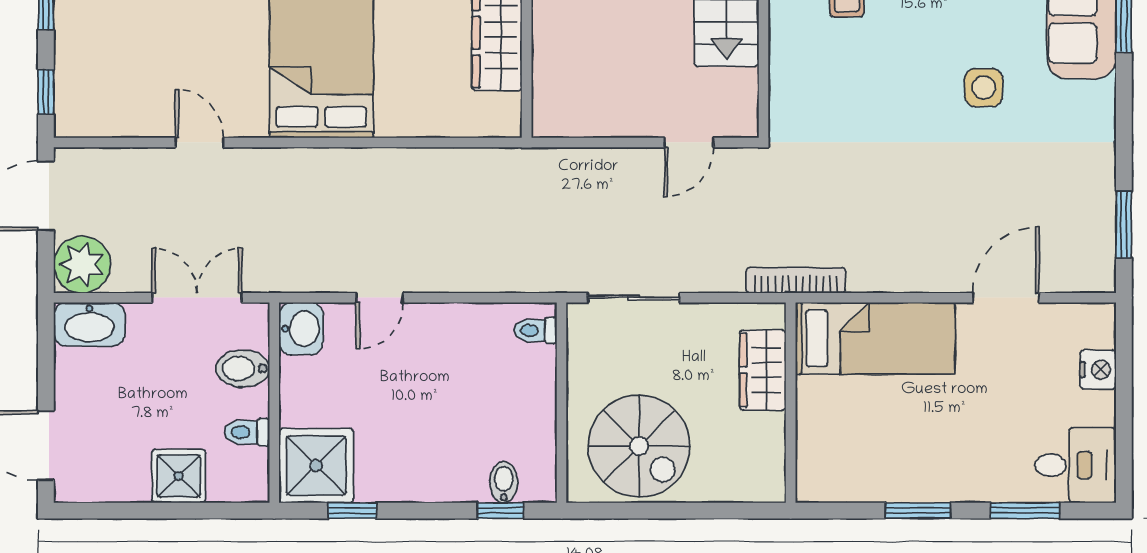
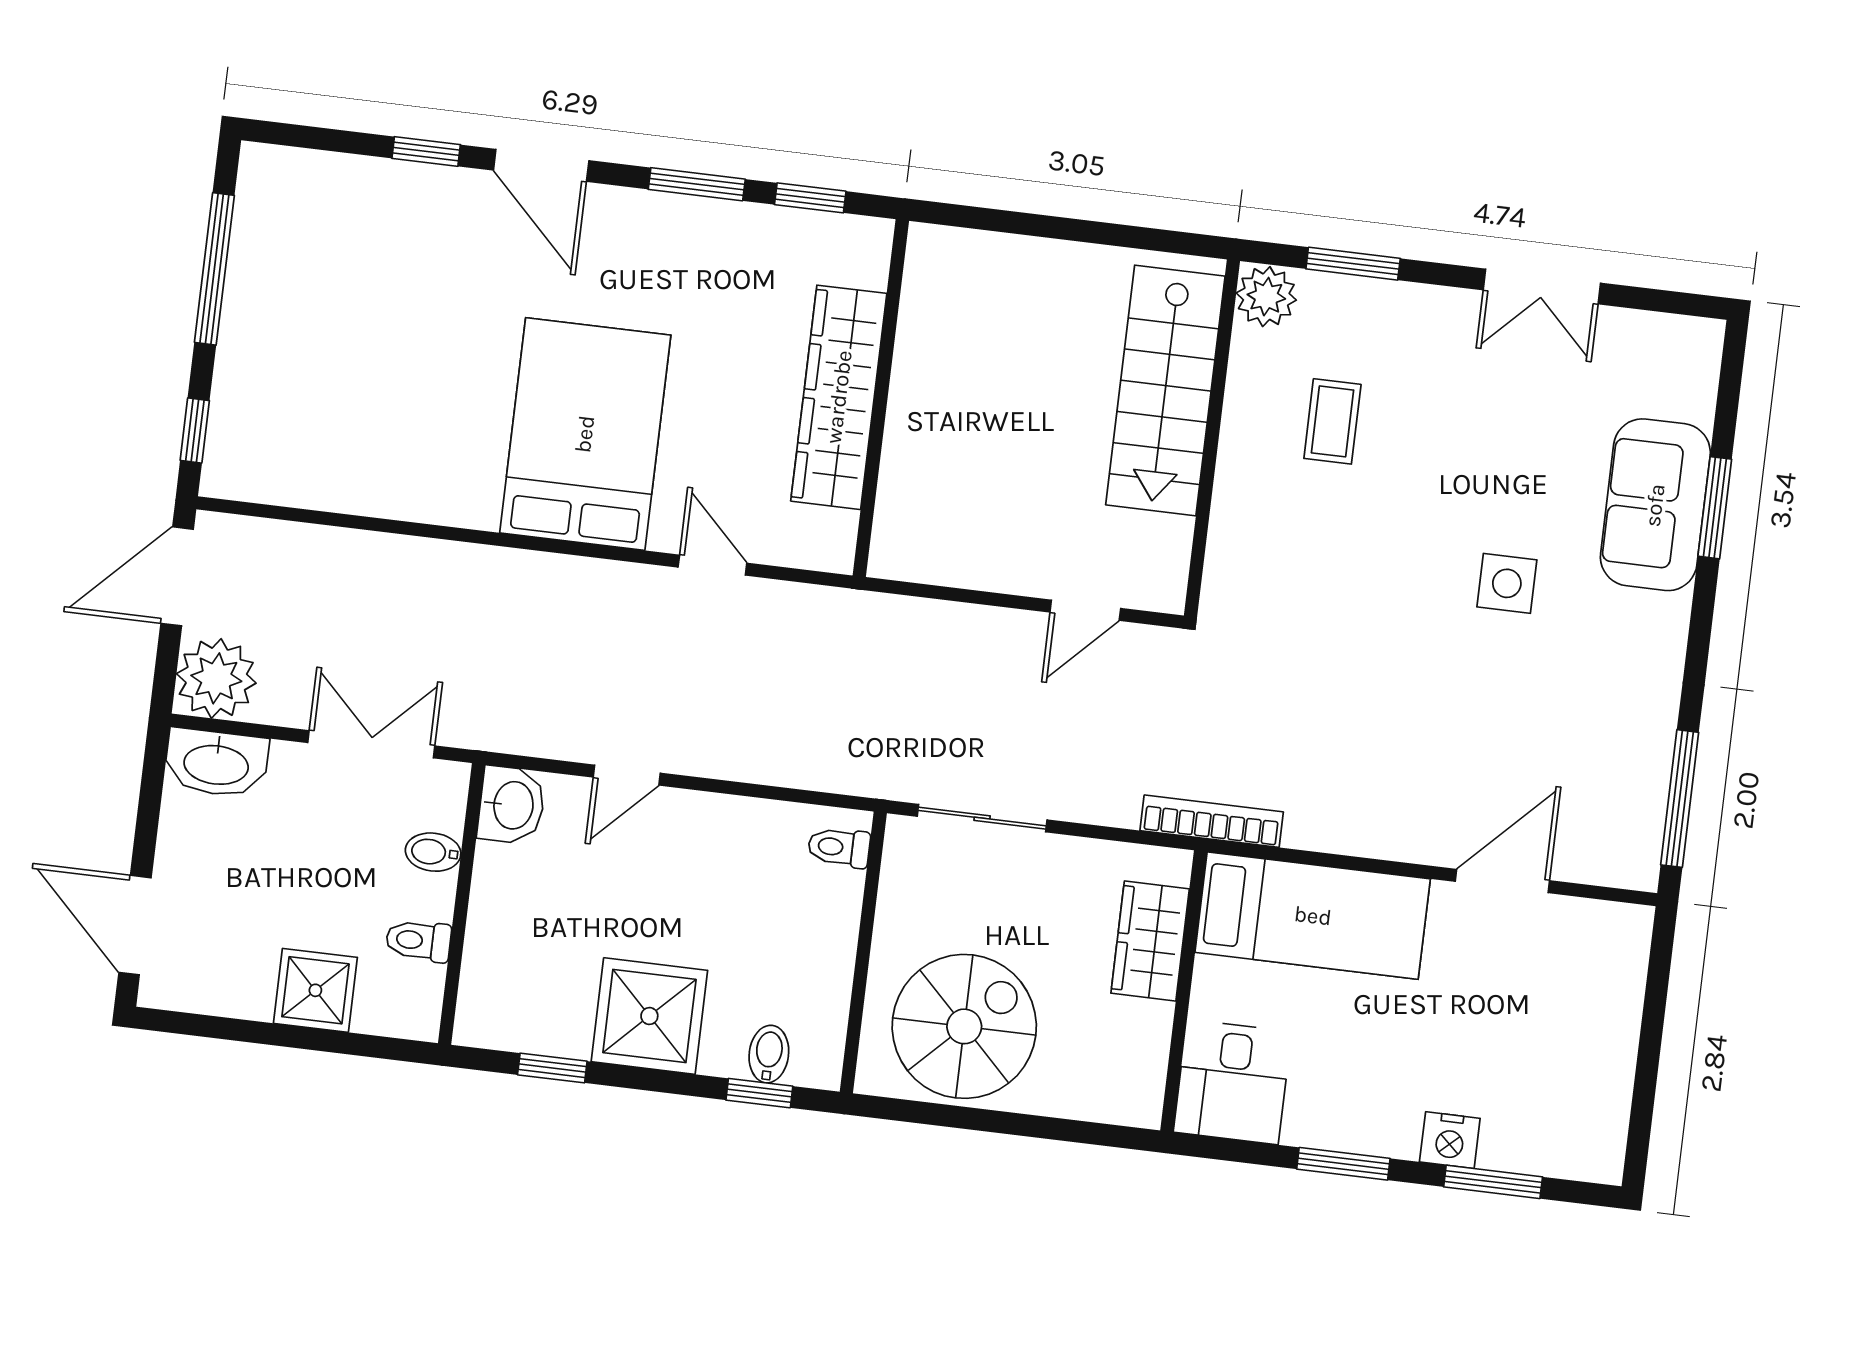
door: (199, 142) -> (712, 565), moved
window: (1124, 224) -> (1680, 799), width x1.44
bidet: (243, 369) -> (433, 852), width x0.72, depth x0.74
nightstand: (1098, 370) -> (1450, 1140), moved, turned 90
spiral stairs: (639, 446) -> (964, 1026), turned -90
desk: (1076, 465) -> (1233, 1082), moved, turned 90
shower: (316, 466) -> (649, 1016), moved

